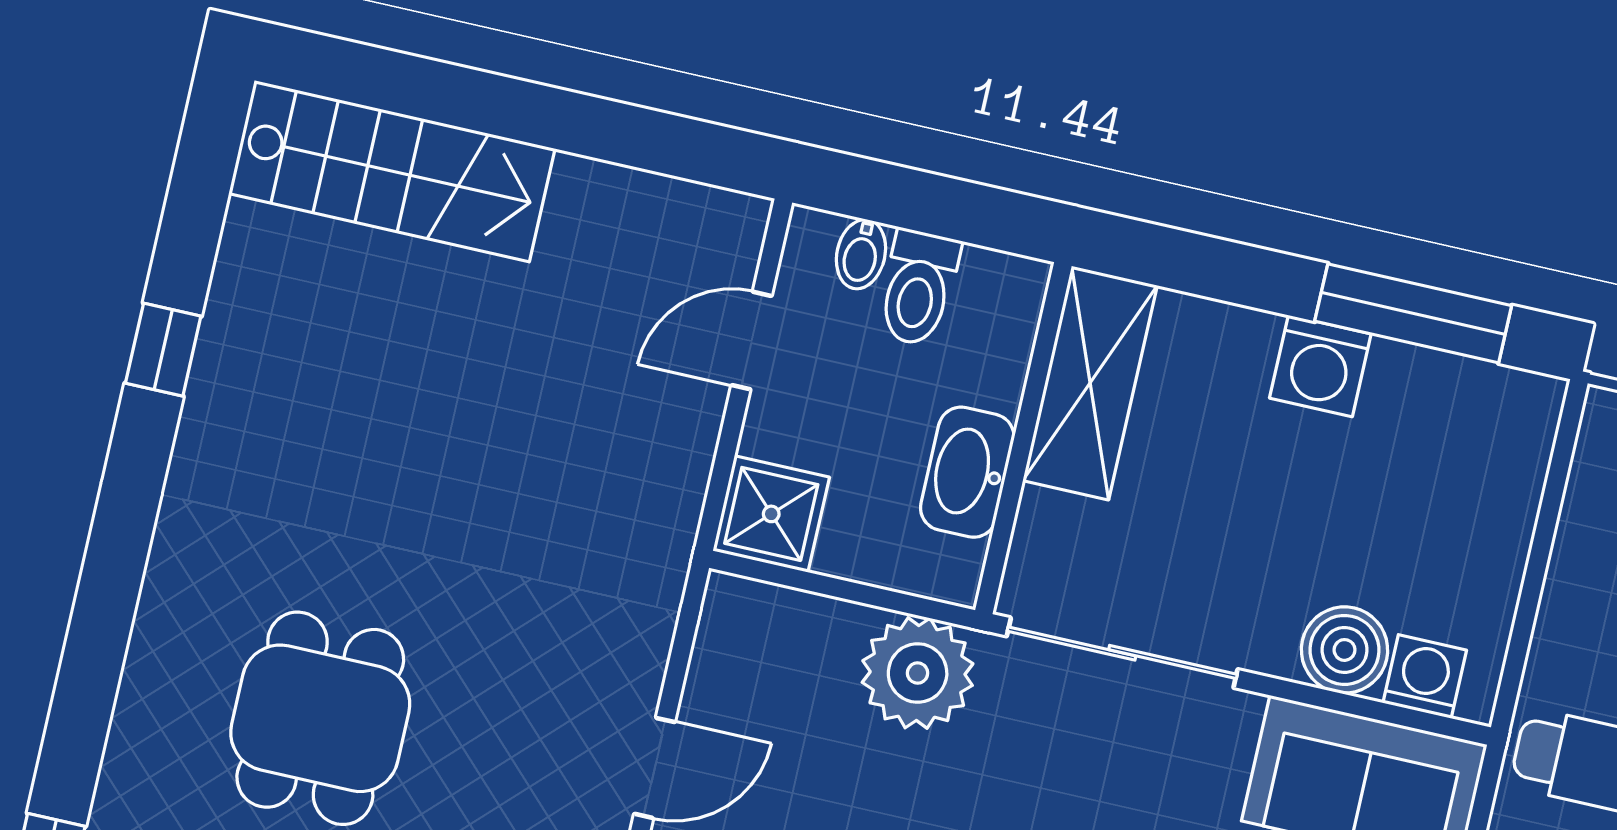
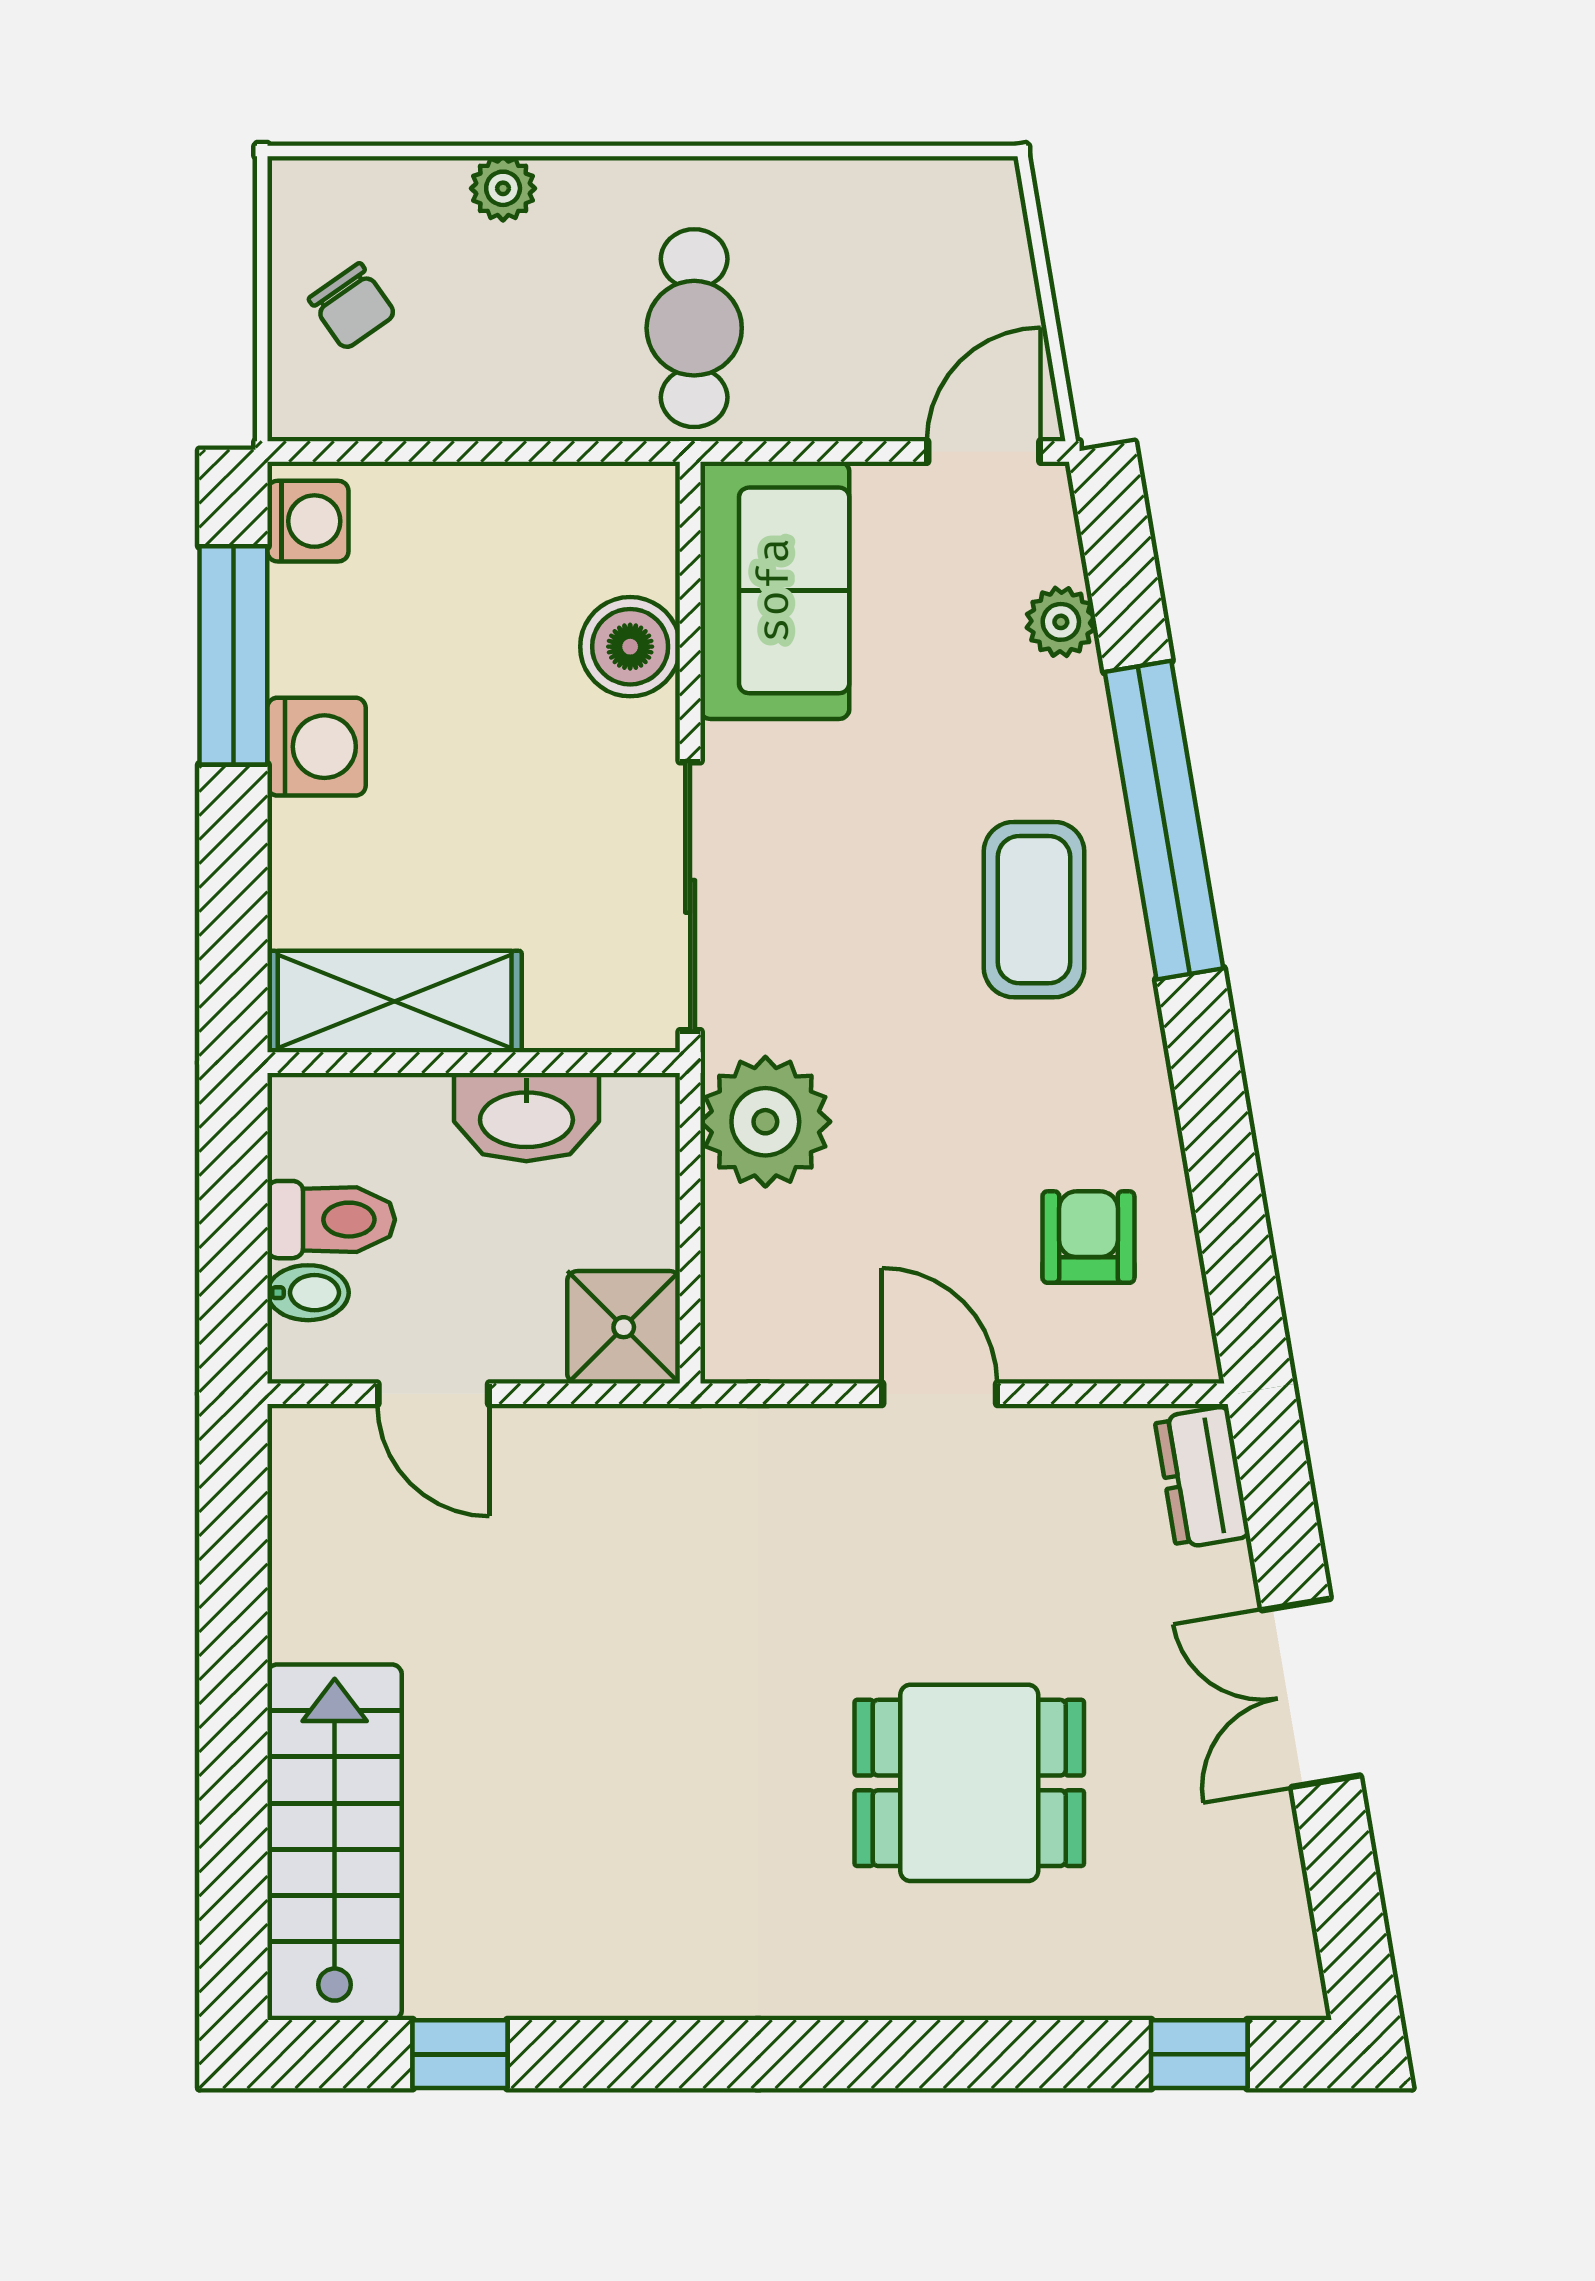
window: (163, 350) -> (460, 2054), moved
washing machine: (1425, 676) -> (308, 521), moved, turned 180

